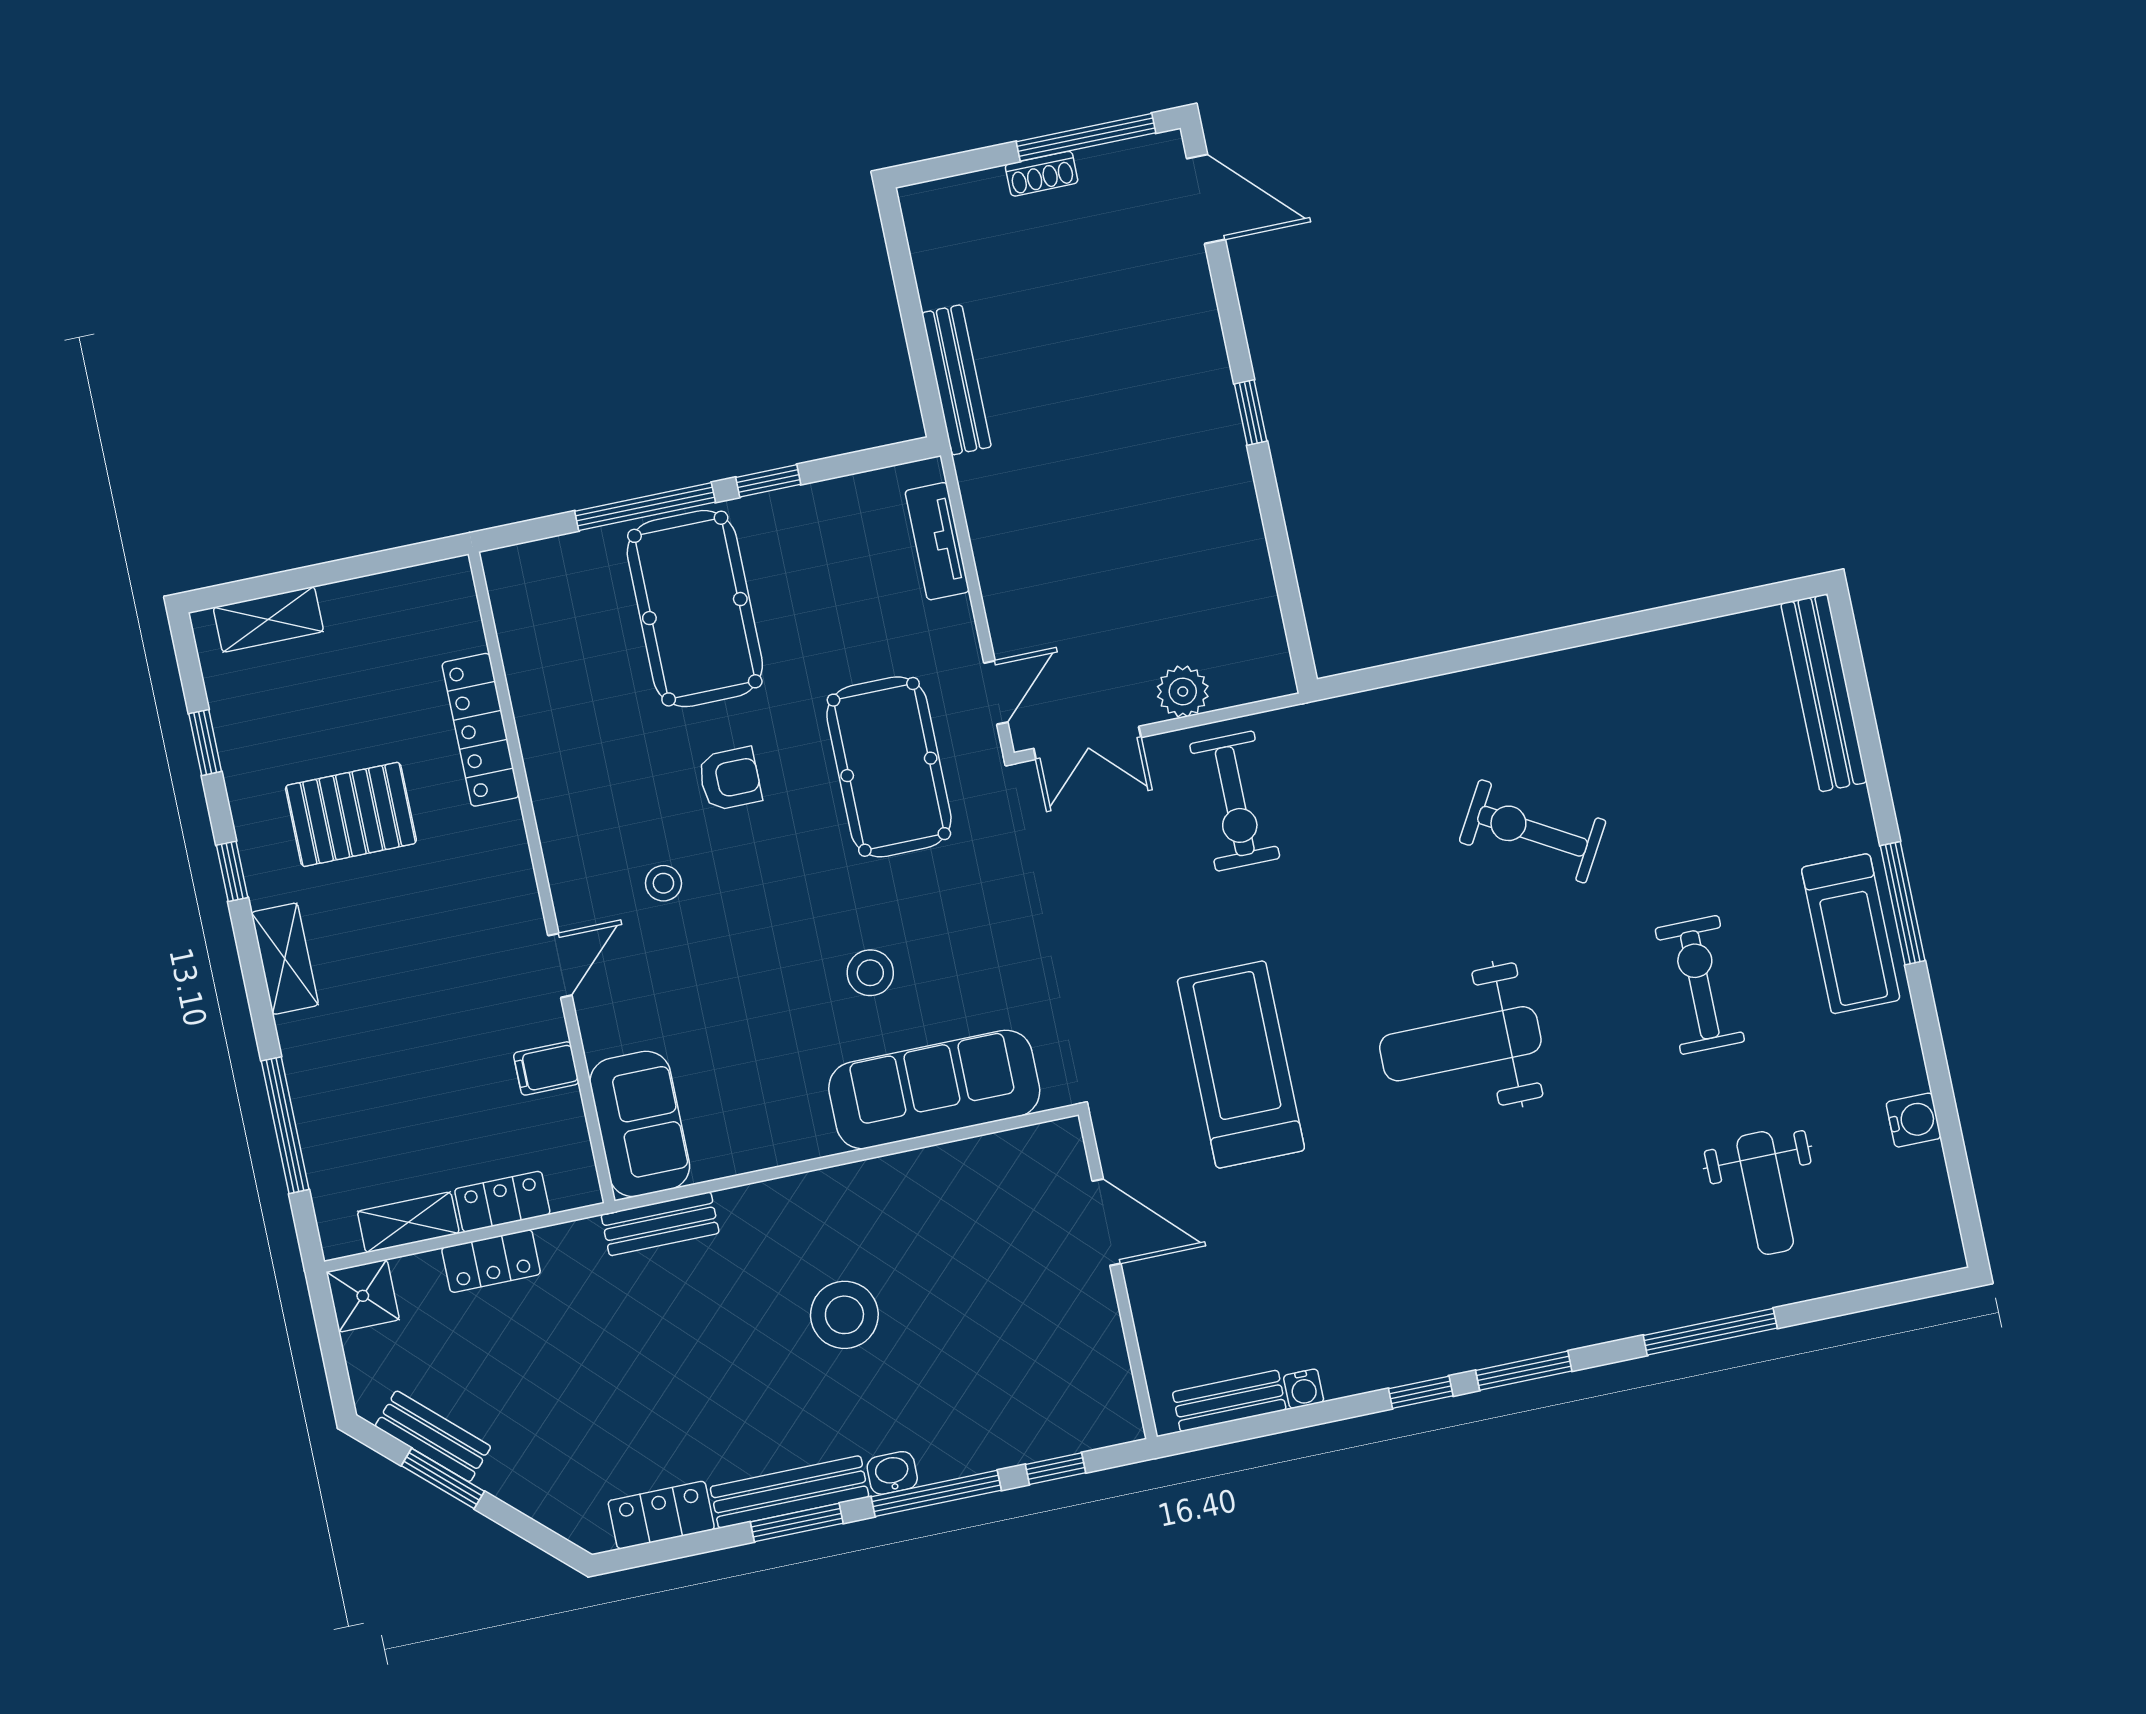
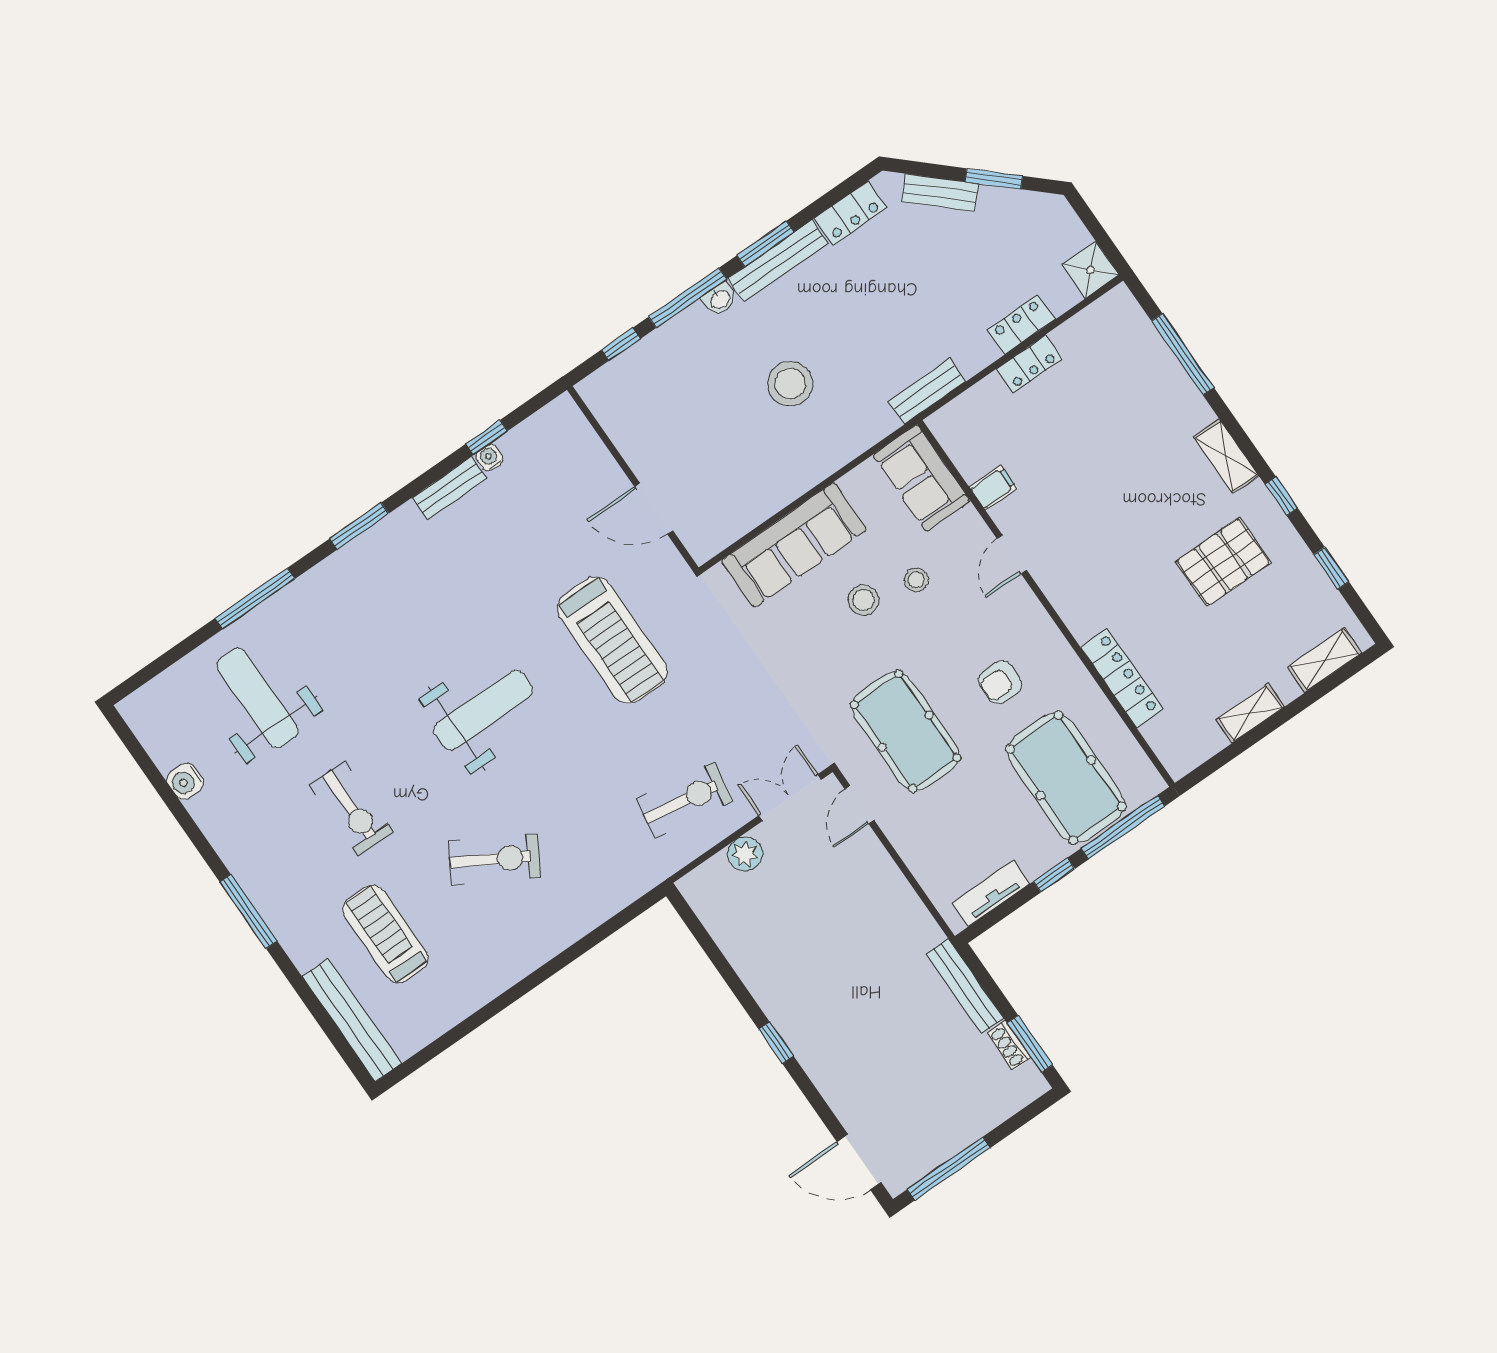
shoe rack: (1042, 174) -> (1009, 1045), moved, turned -90
window: (901, 262) -> (1030, 1044), added
tv unit: (937, 541) -> (991, 893), moved, turned -90
locker: (481, 730) -> (1122, 678), moved
exercise bike: (1235, 801) -> (685, 800), turned 99
wall: (542, 878) -> (1046, 603), moved
stool: (663, 883) -> (916, 580), moved
treadmill: (1851, 934) -> (385, 934), moved
door: (560, 965) -> (1012, 554), moved
filing cabinet: (546, 1068) -> (993, 488), moved
sofa: (640, 1124) -> (921, 478), moved
weight bench: (1765, 1193) -> (257, 698), width x1.36, depth x1.33
shelving: (408, 1222) -> (1250, 713), moved
window: (1421, 1392) -> (487, 437), moved
bench: (1229, 1401) -> (449, 488), moved
bench: (433, 1436) -> (940, 192), moved

